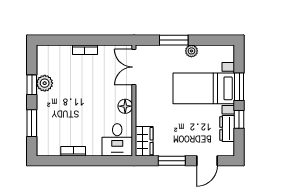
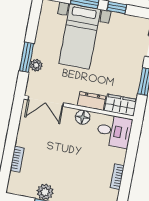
bookcase: (85, 50) -> (17, 159), moved
plant: (191, 51) -> (36, 65), moved
dresser: (227, 129) -> (92, 101), moved, turned 180

